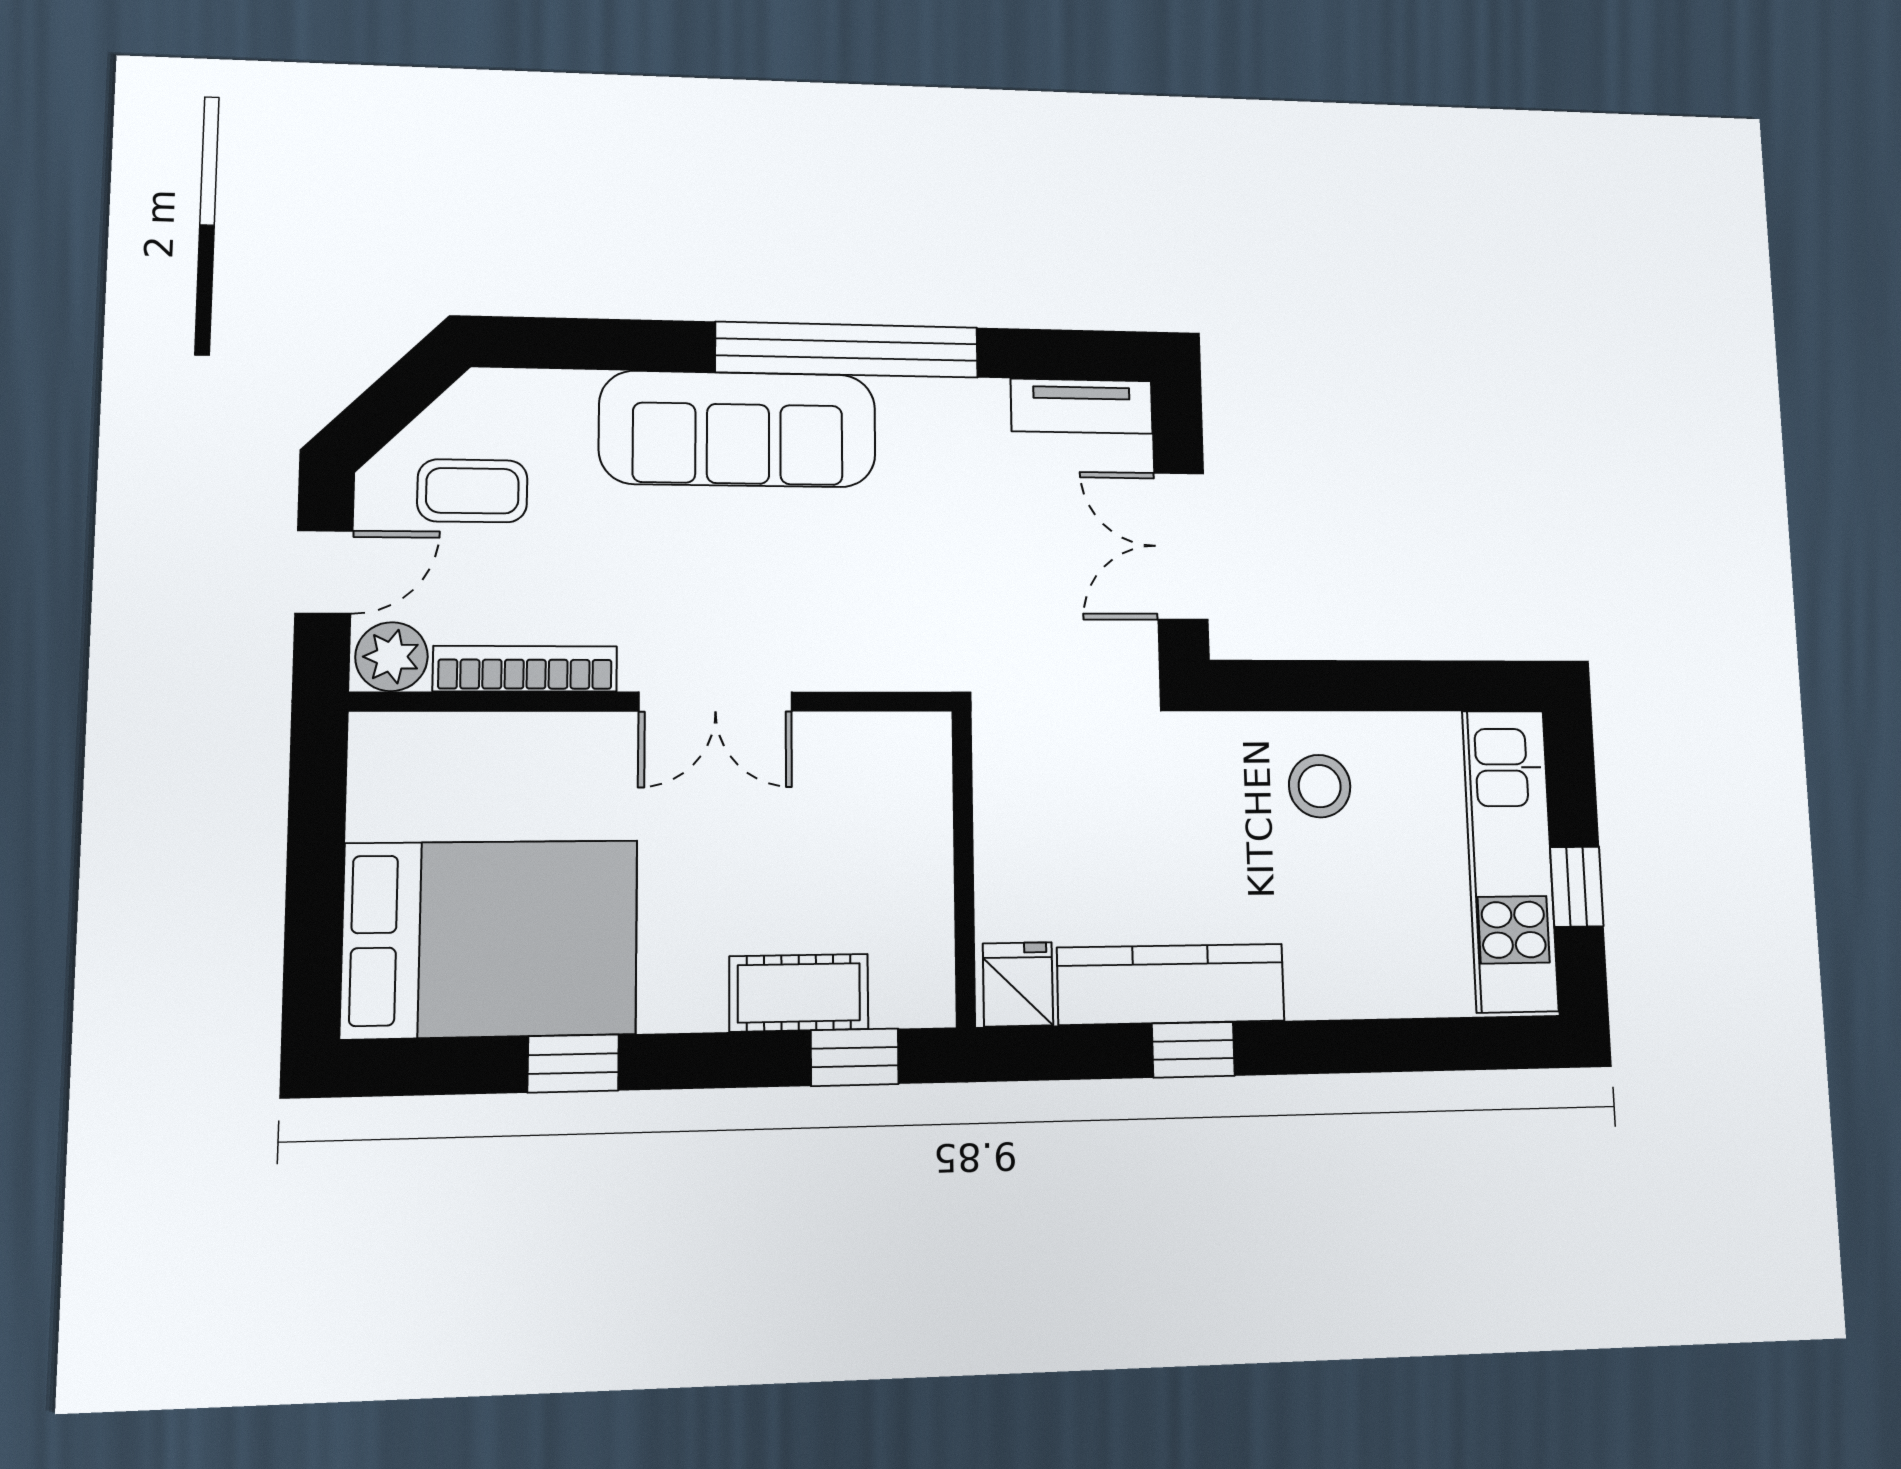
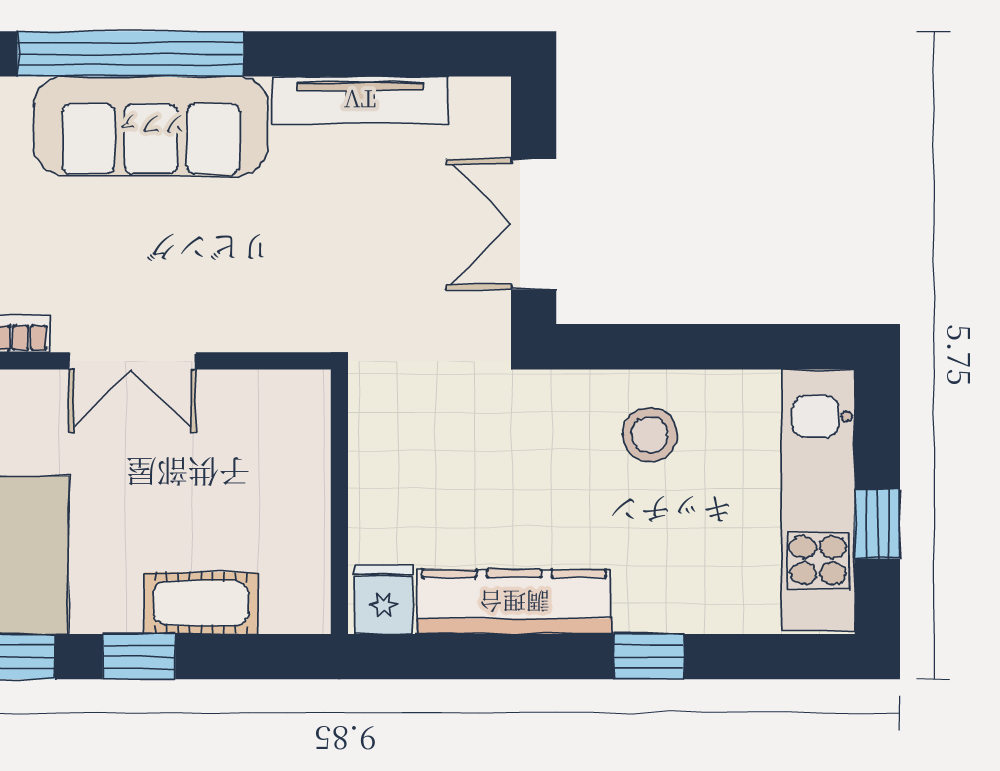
window: (847, 350) -> (131, 54), moved
tv unit: (1082, 406) -> (360, 100), moved, width x1.41
window: (1193, 1050) -> (649, 657), moved
window: (855, 1057) -> (139, 657), moved

